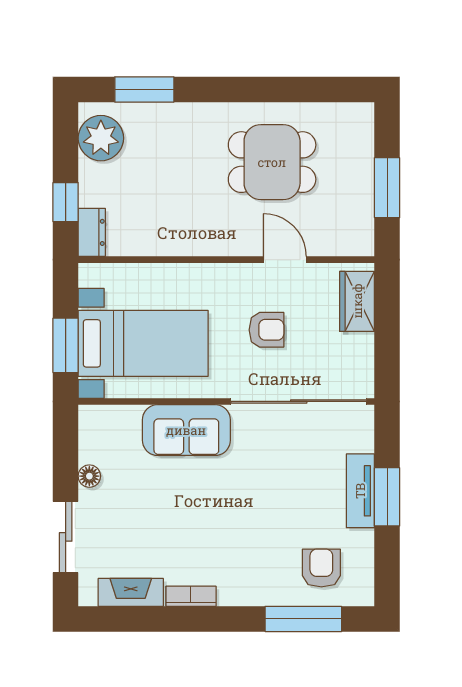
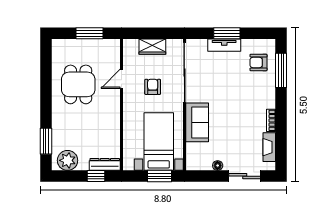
dresser: (92, 232) -> (105, 164), width x1.44
wardrobe: (357, 301) -> (152, 47), moved

